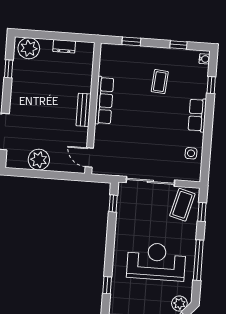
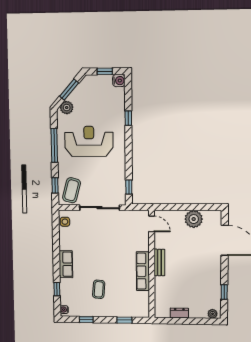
plant: (29, 48) -> (213, 314), width x0.53, depth x0.53
side table: (191, 153) -> (65, 222), moved
reception desk: (156, 262) -> (89, 141), turned 180

